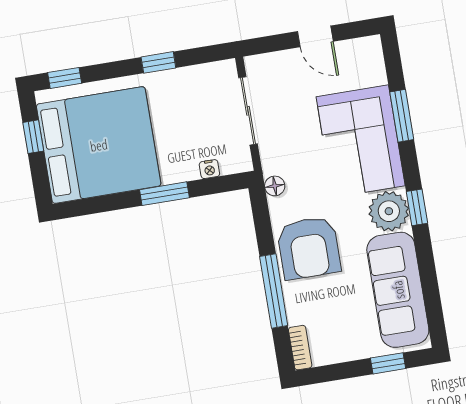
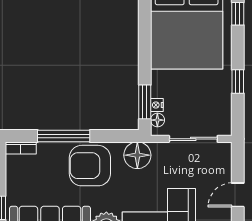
floor lamp: (230, 165) -> (157, 120), added
floor lamp: (275, 186) -> (137, 155), width x1.89, depth x1.89
window: (164, 194) -> (145, 102), moved

